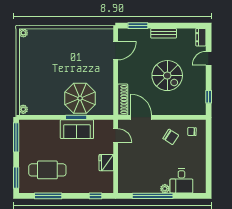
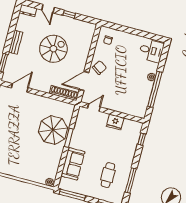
door: (116, 51) -> (20, 88), hinge flipped
window: (209, 97) -> (69, 14), moved
sofa: (77, 129) -> (73, 164), moved
chair: (171, 137) -> (99, 68), moved
cafe table: (47, 170) -> (108, 175), width x0.73, depth x0.74
desk: (181, 181) -> (151, 51), moved

